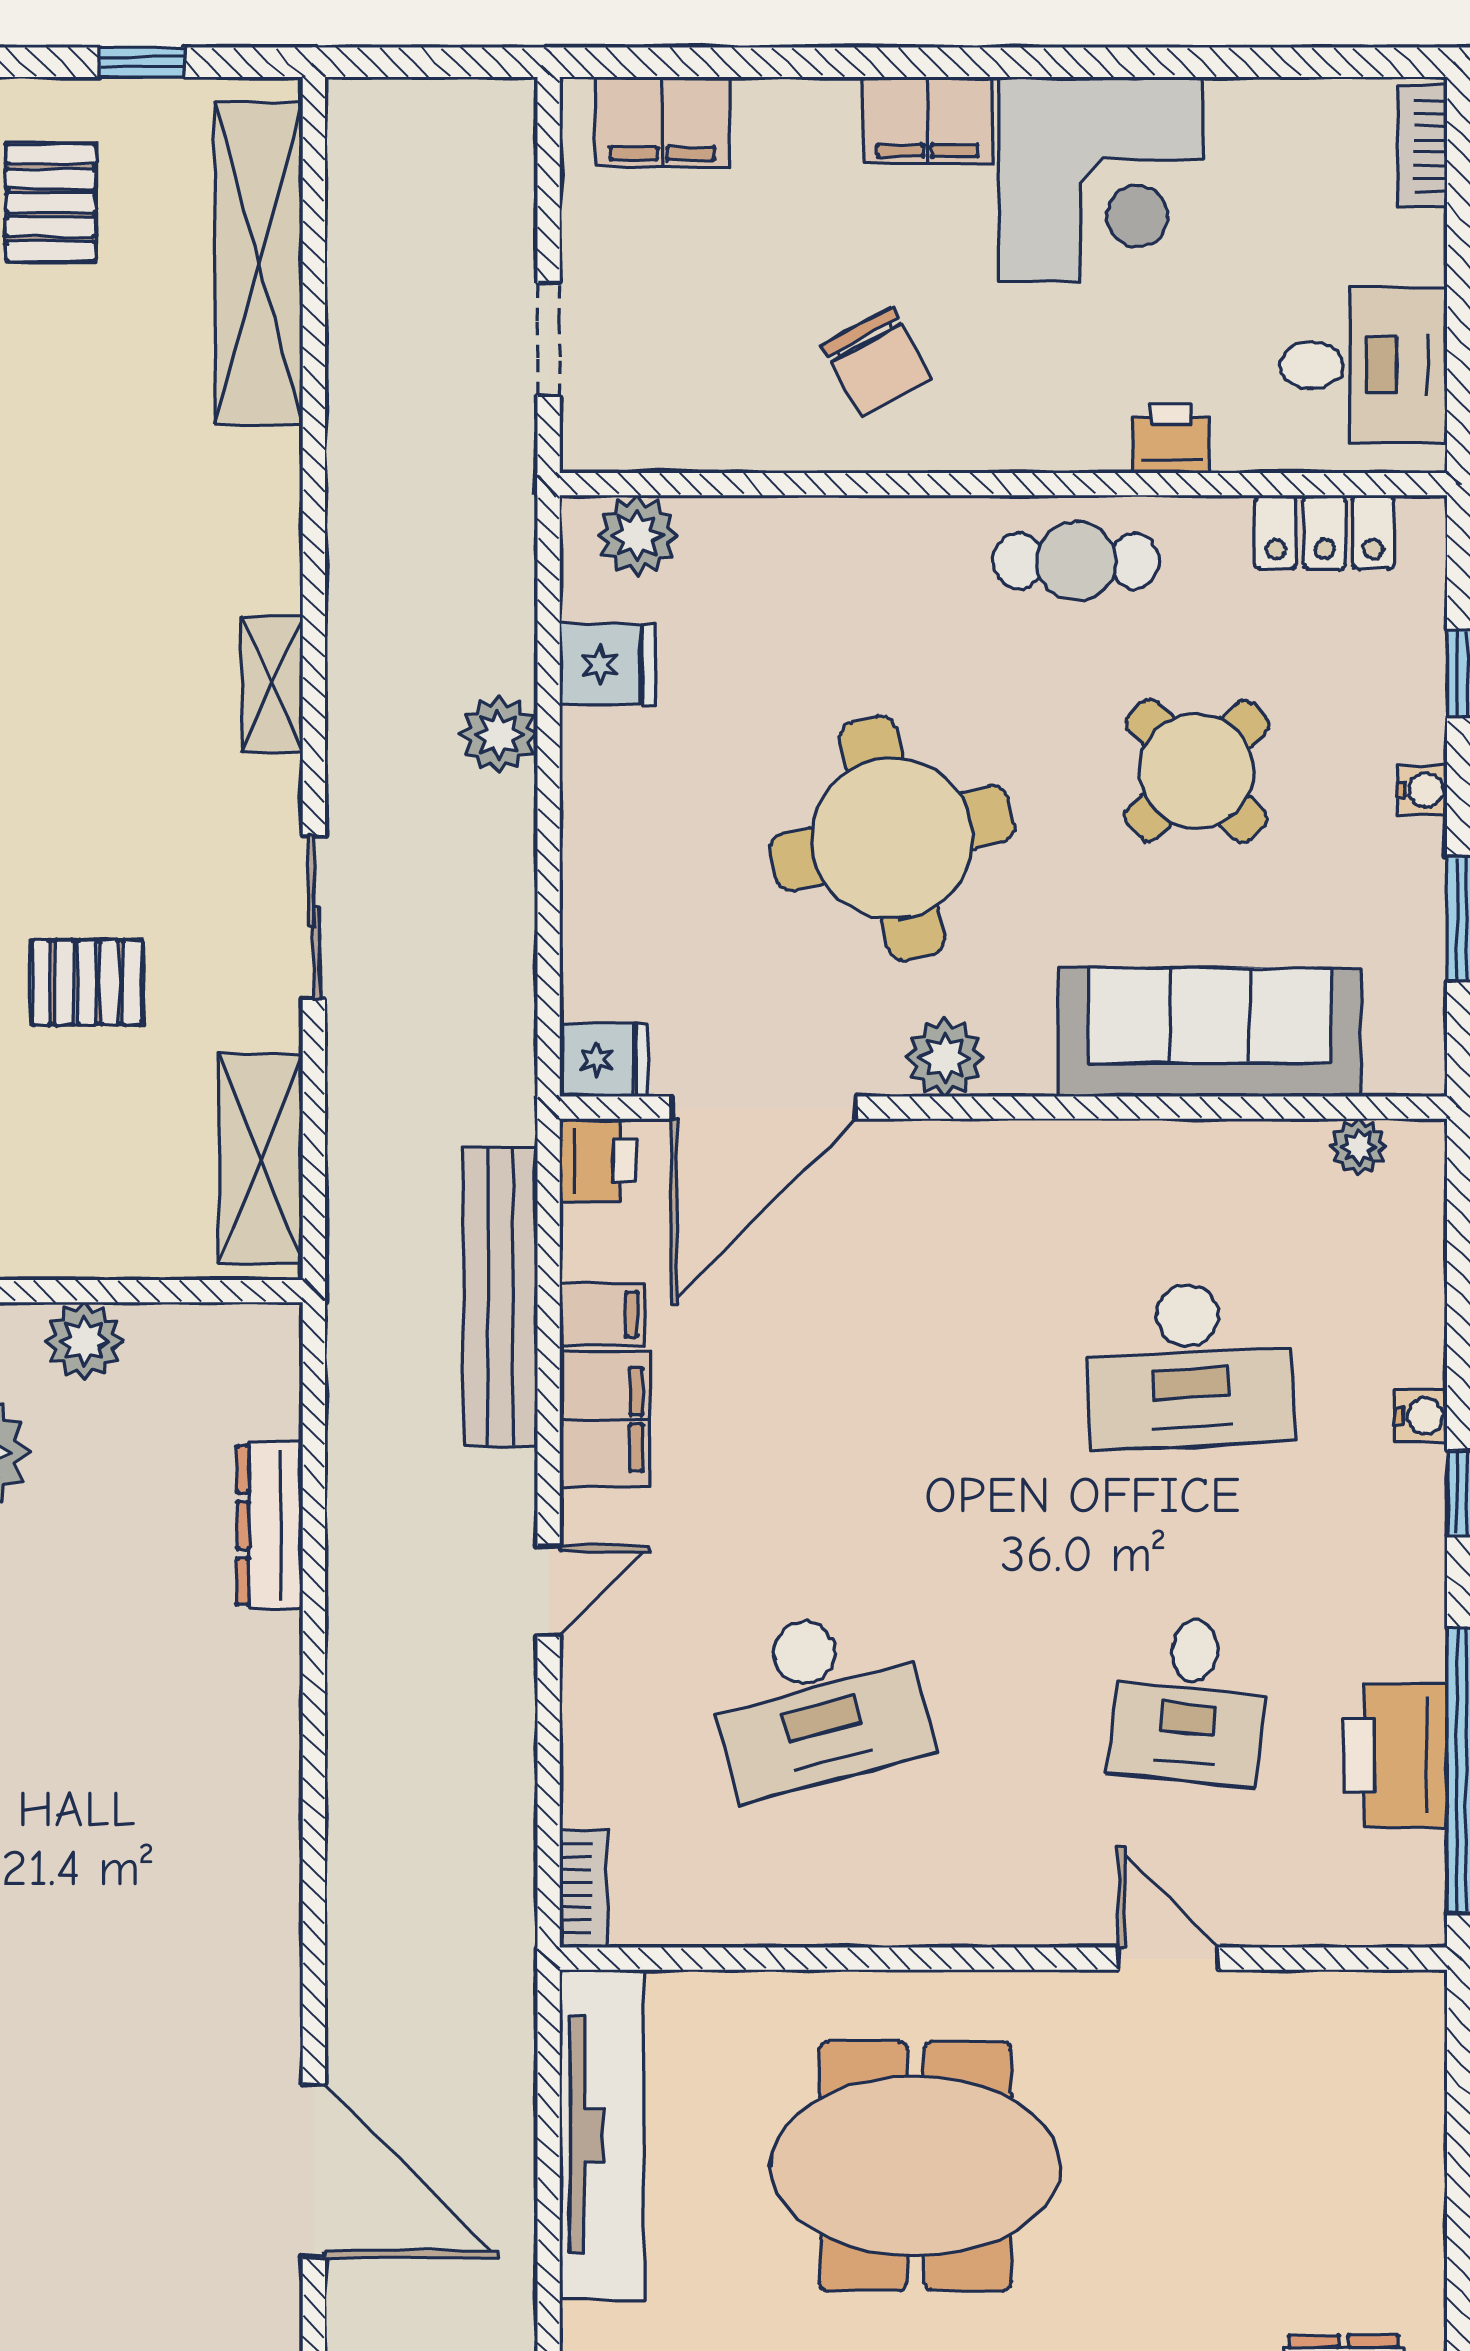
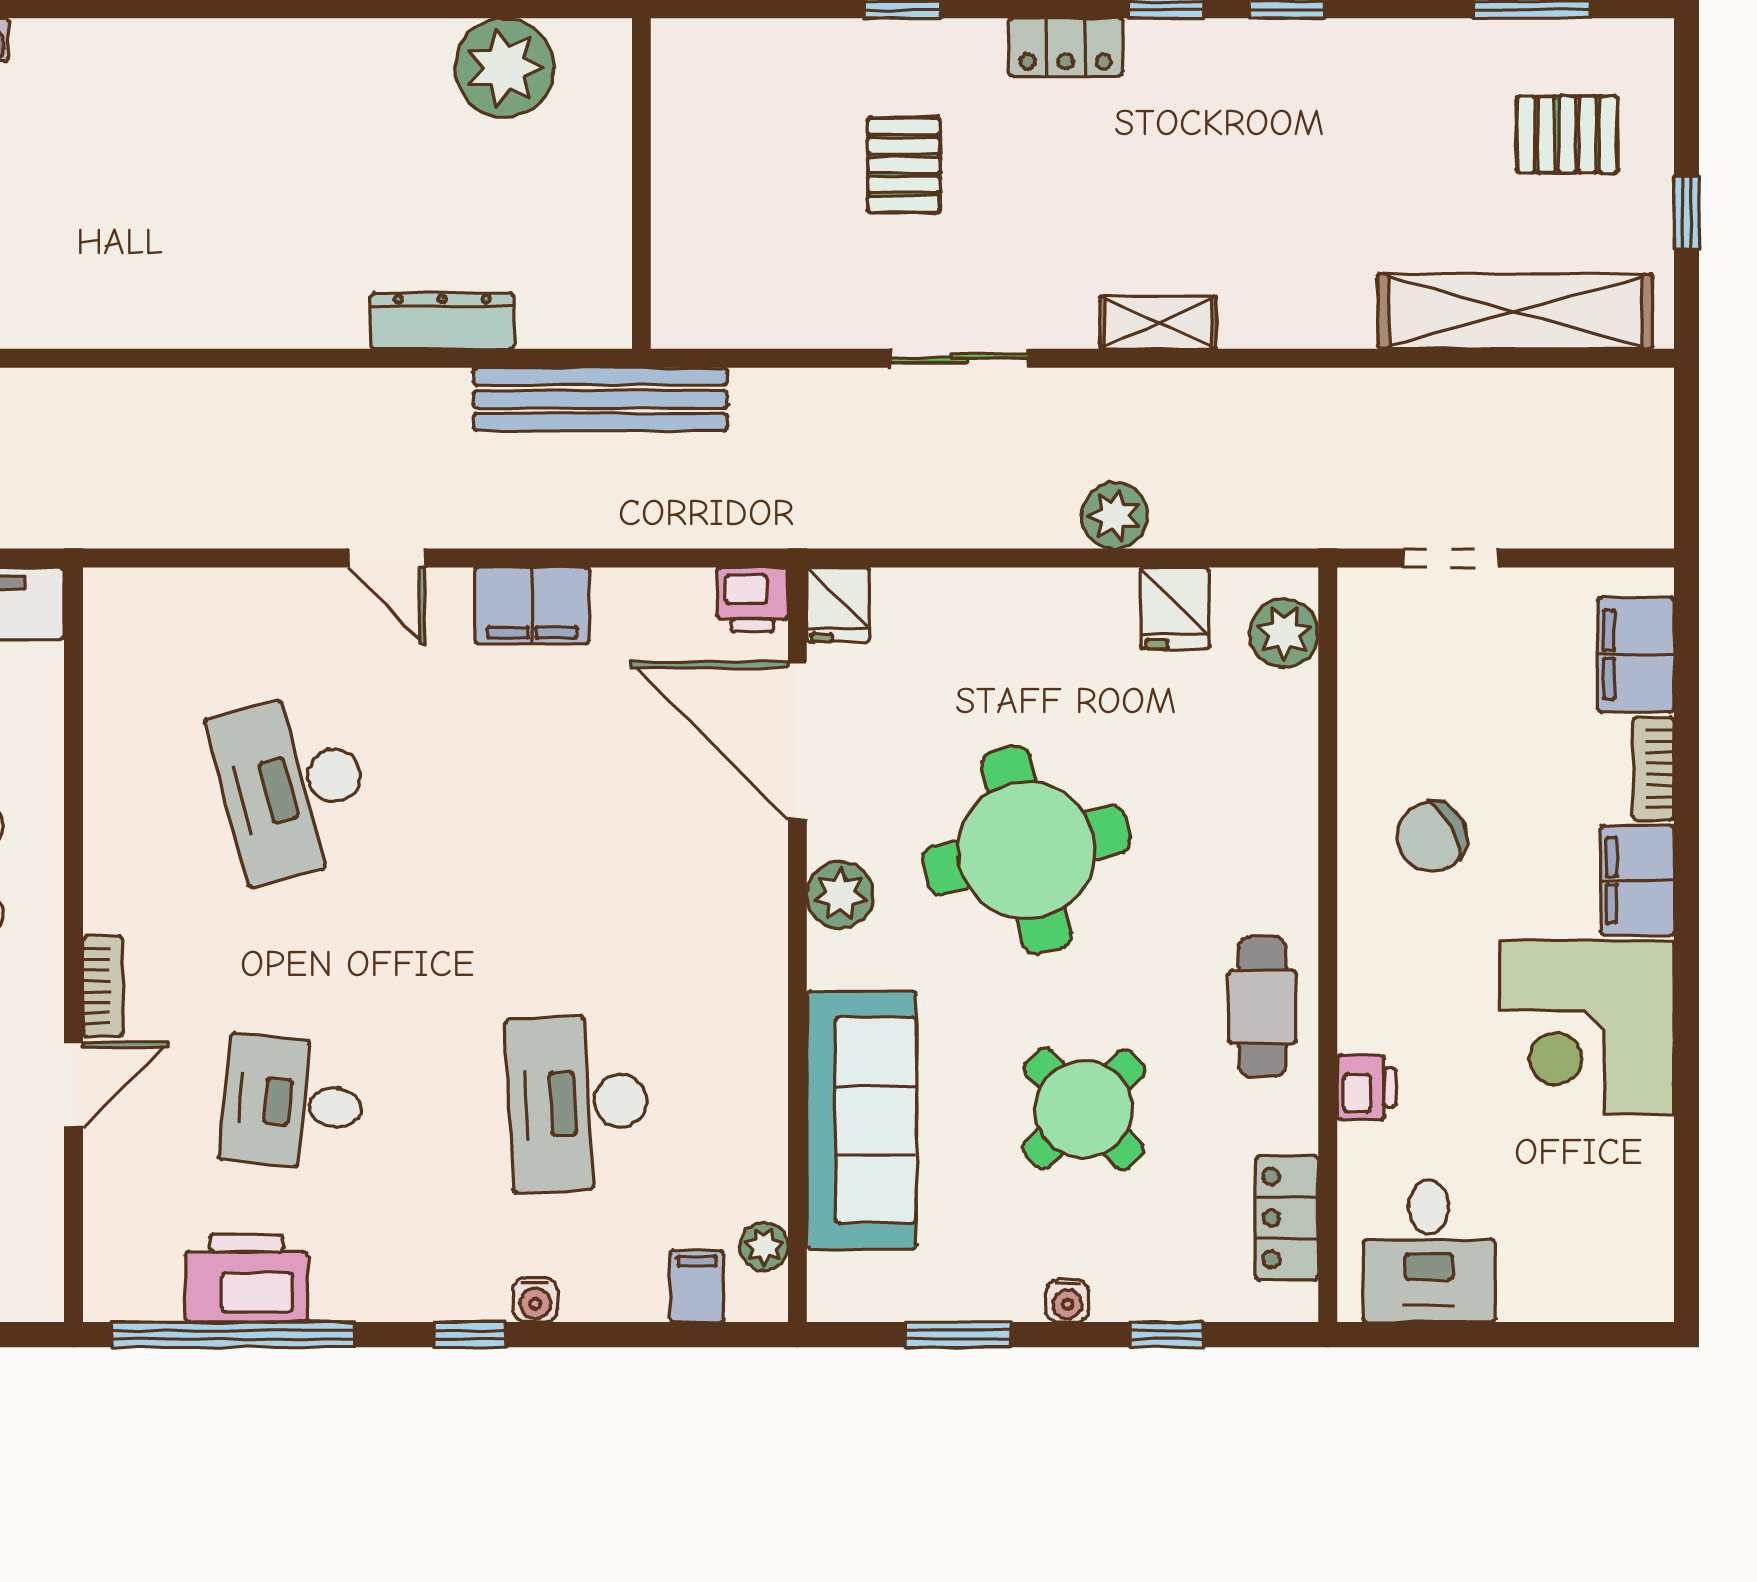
bookcase: (1423, 146) -> (1653, 769), moved, turned -90
shelving: (261, 1159) -> (754, 313), removed
bench: (500, 1297) -> (600, 399), moved
filing cabinet: (602, 1314) -> (697, 1286), moved, turned 180
plant: (84, 1341) -> (599, 163), removed
bookcase: (583, 1889) -> (103, 986), moved, turned -90

